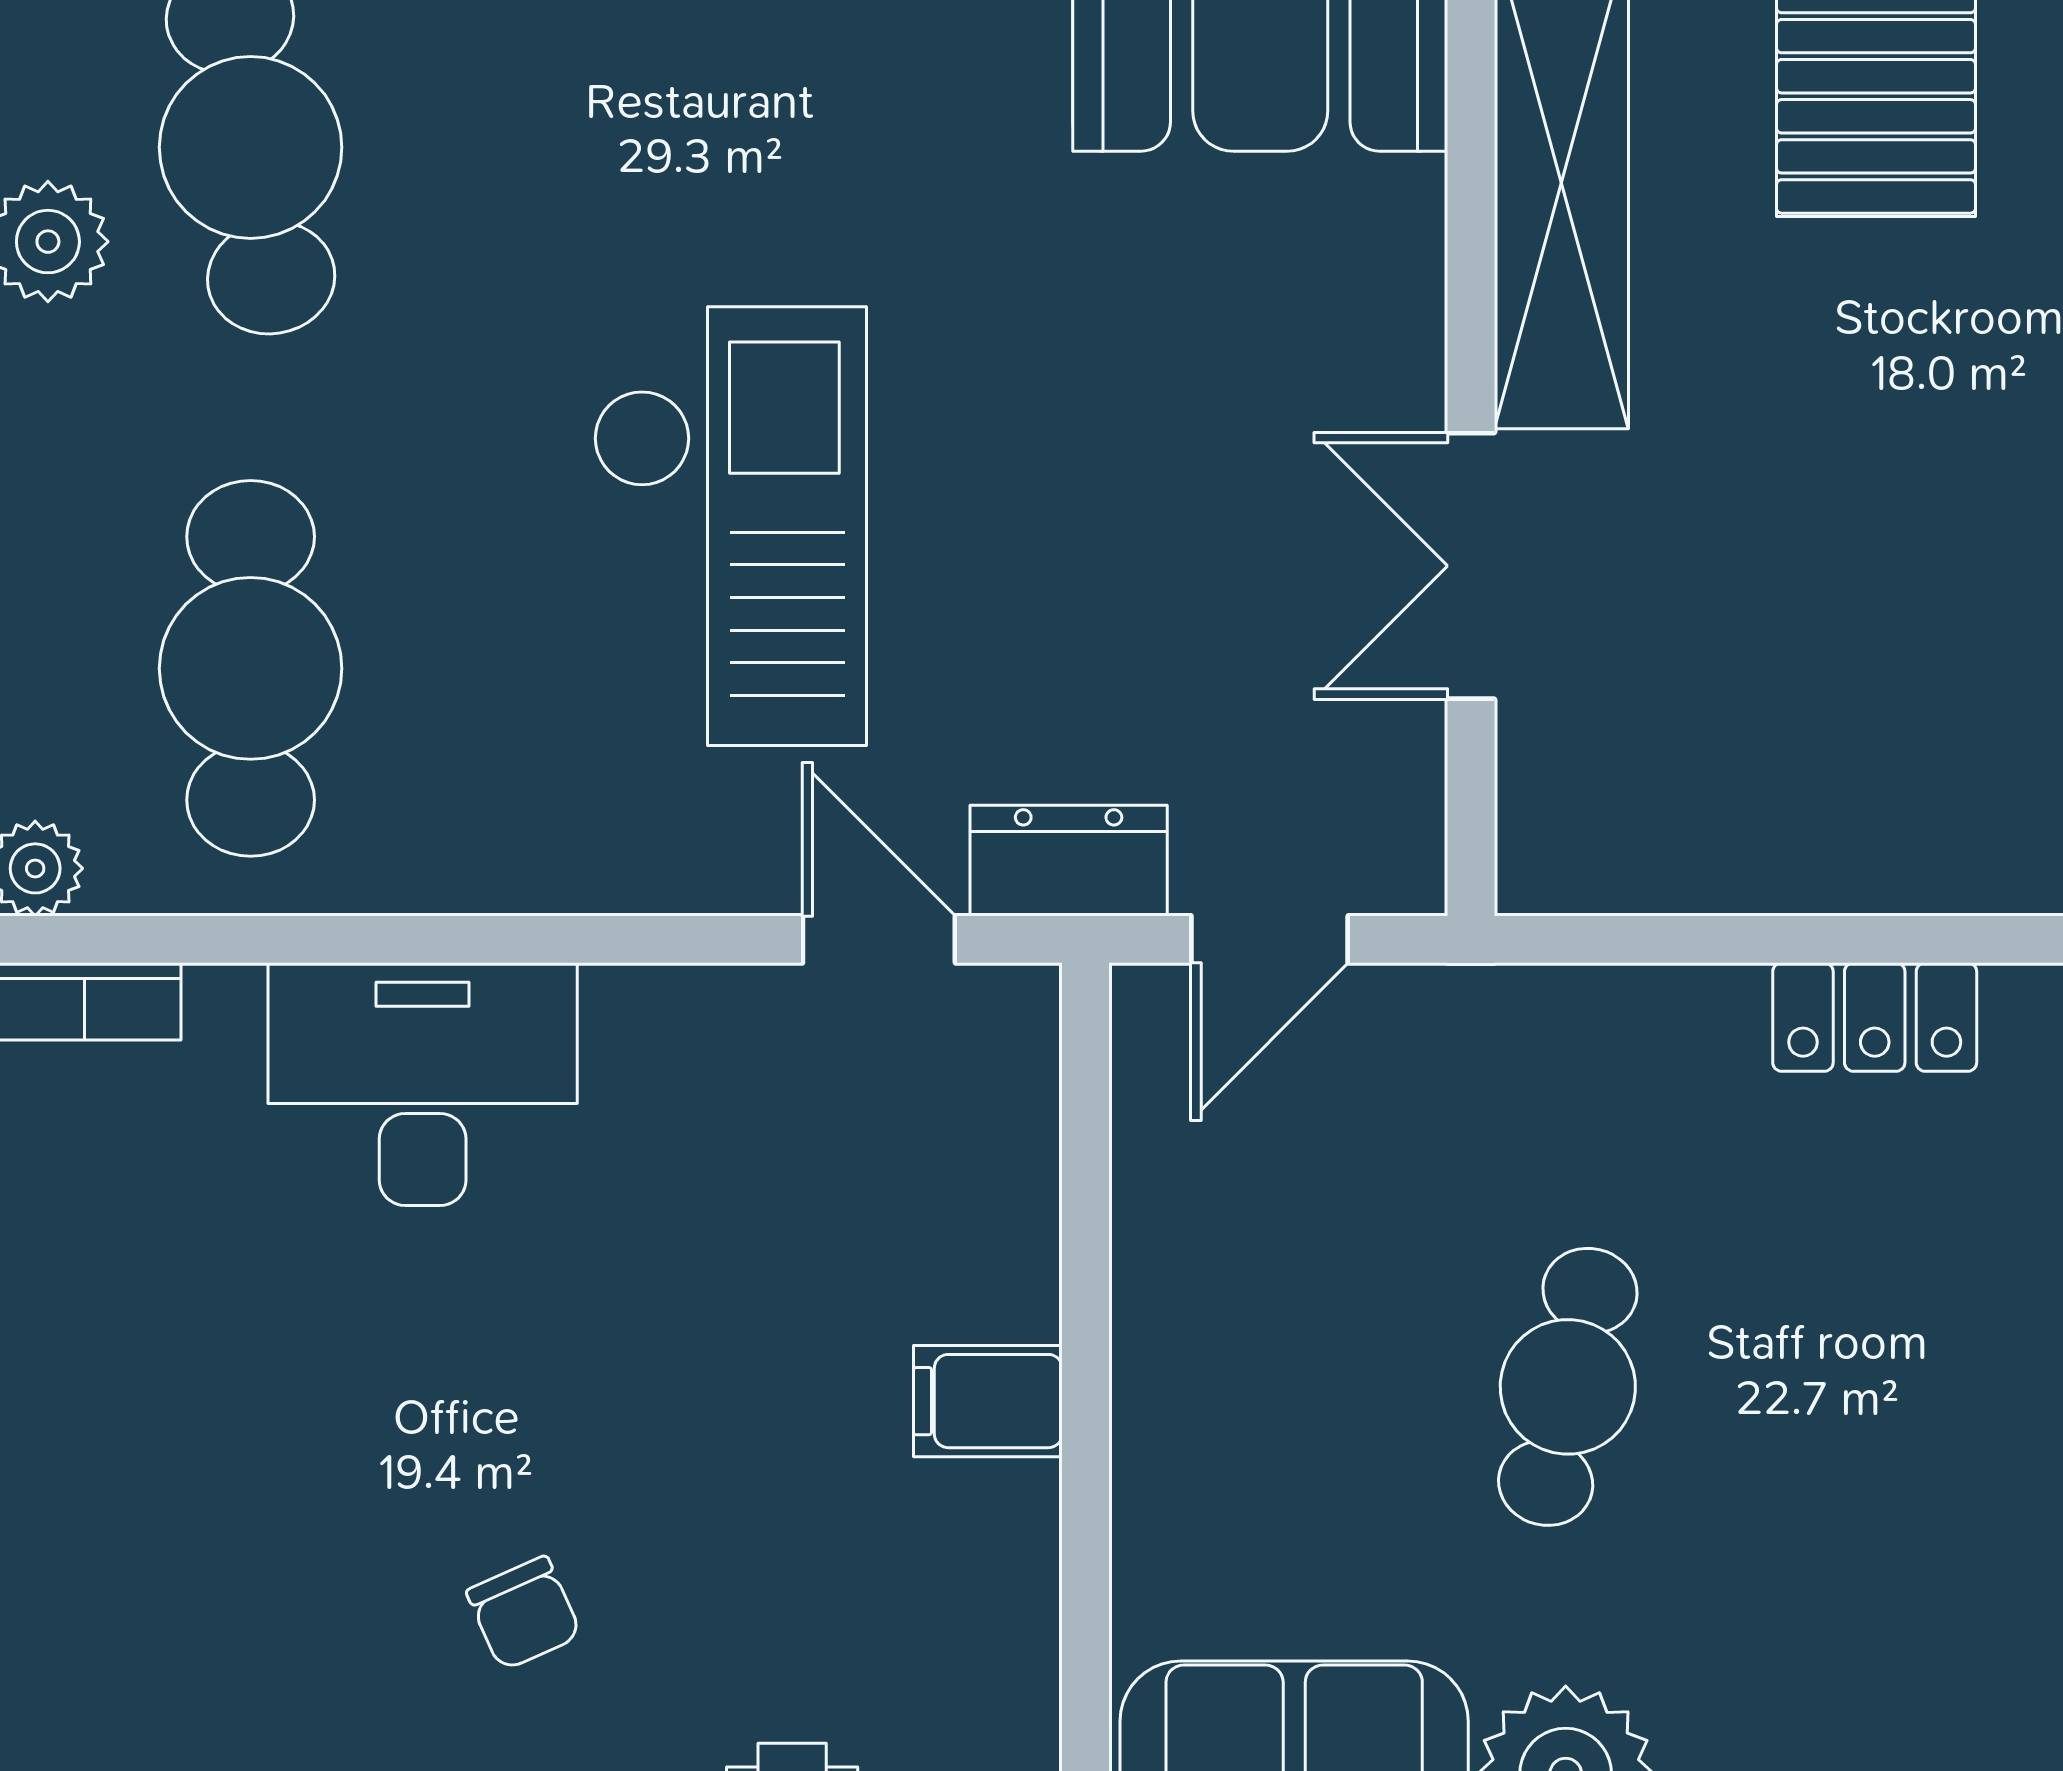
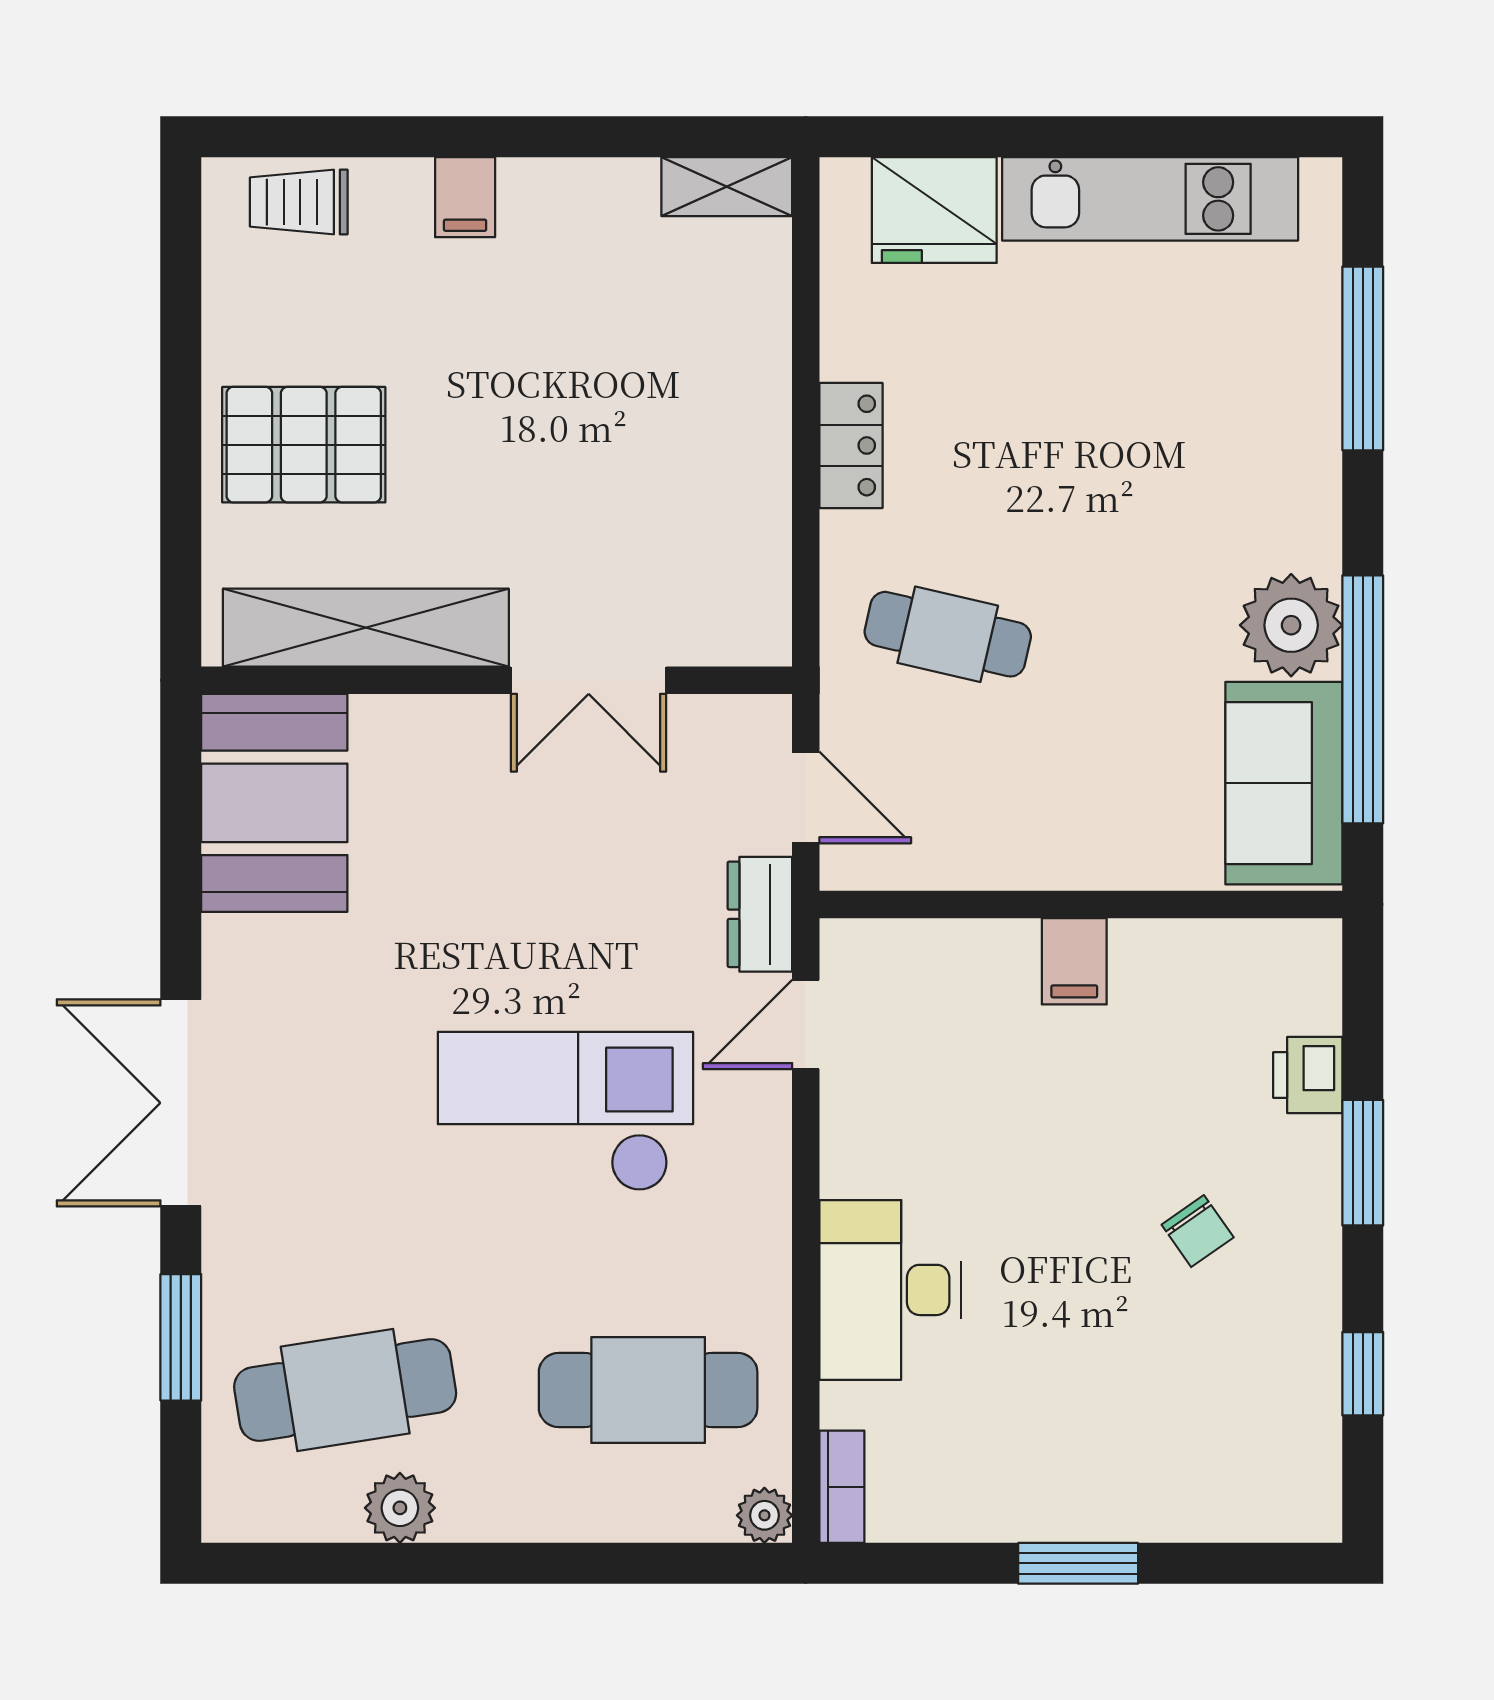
cafe table: (1568, 1387) -> (948, 634), moved
chair: (524, 1613) -> (1198, 1231), turned 79

